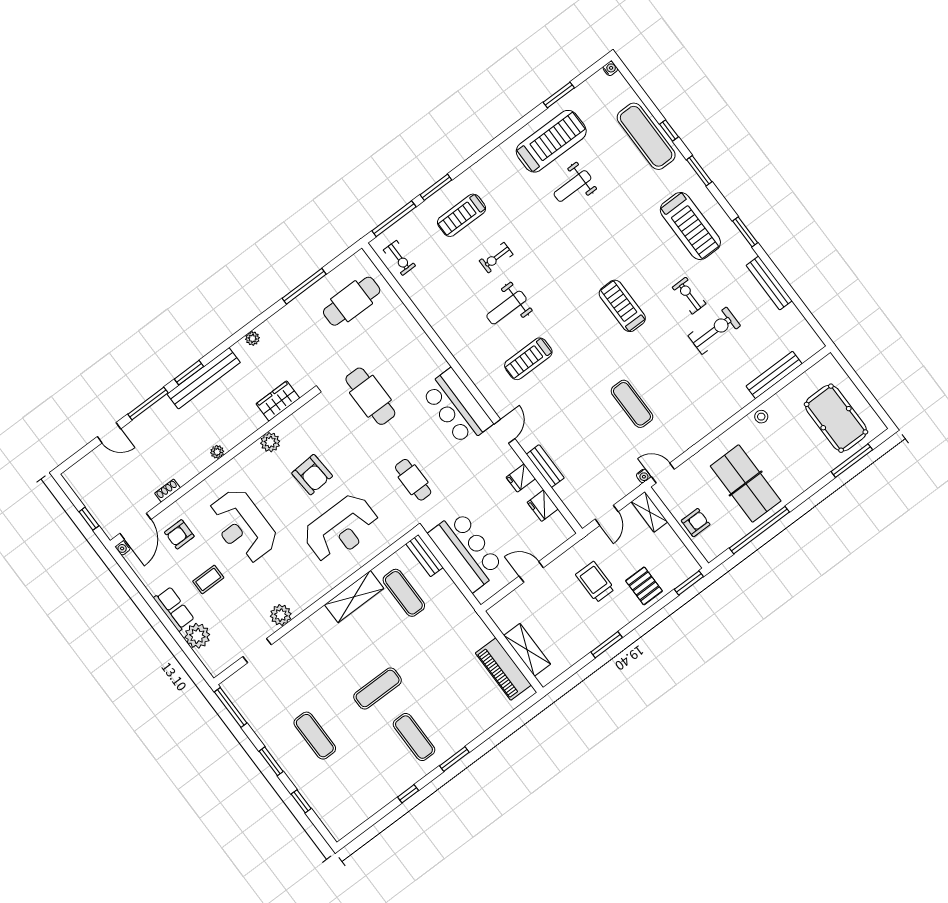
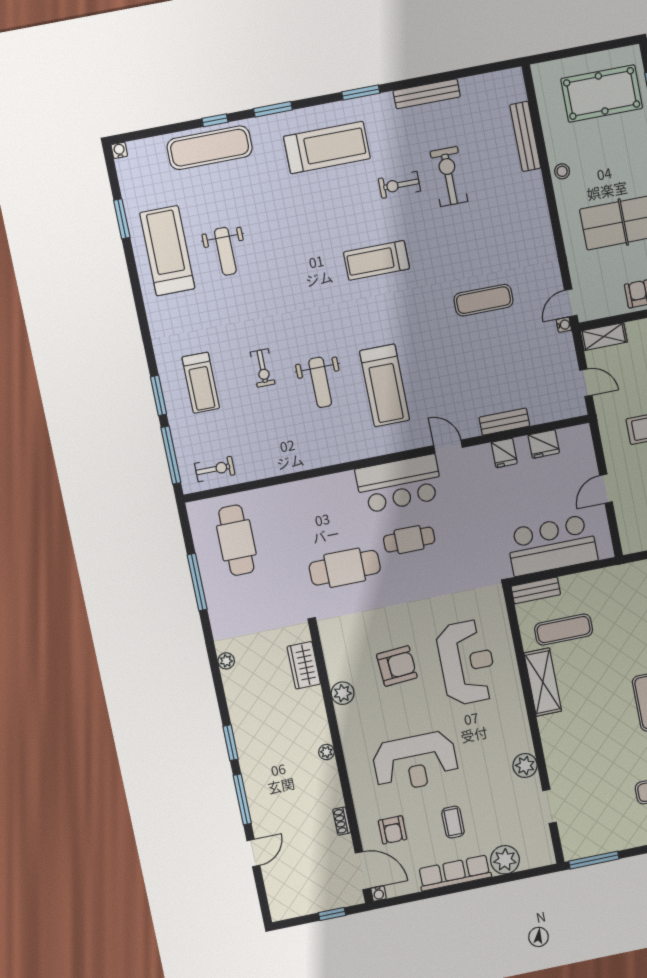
treadmill: (528, 359) -> (385, 385), width x1.37, depth x1.38
bench: (204, 378) -> (244, 730), removed
cafe table: (413, 480) -> (409, 540), moved
row of seats: (174, 609) -> (455, 873), width x1.48

